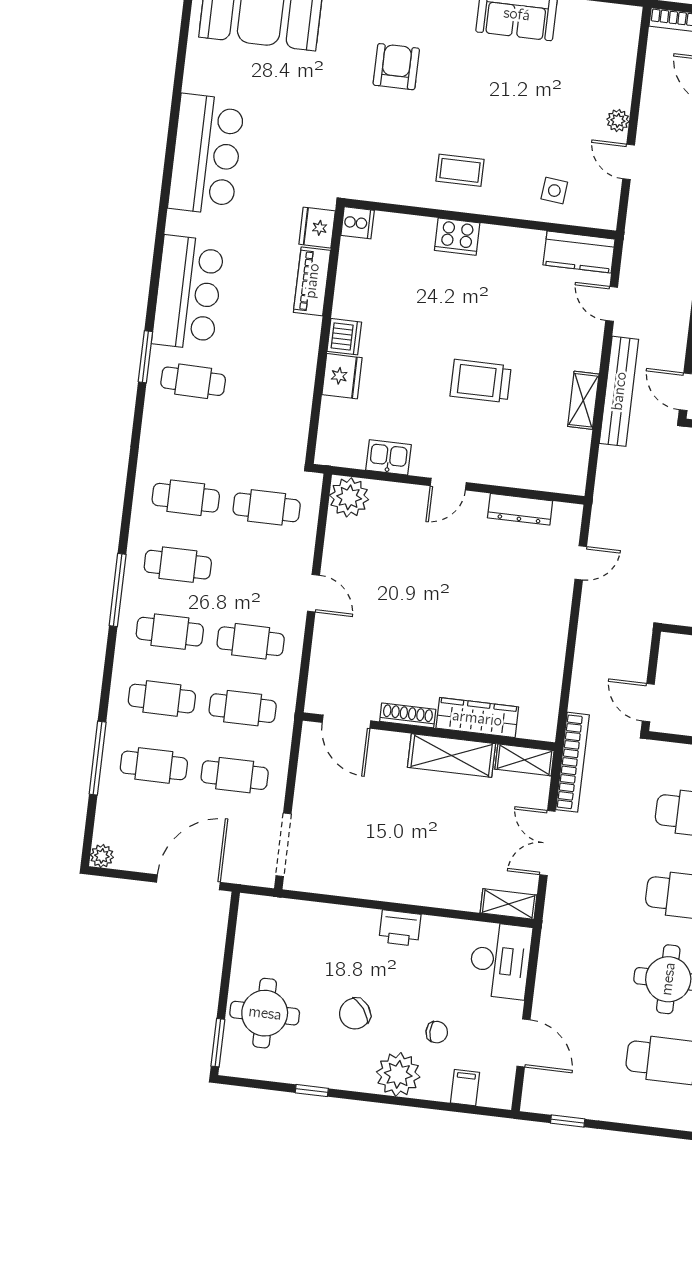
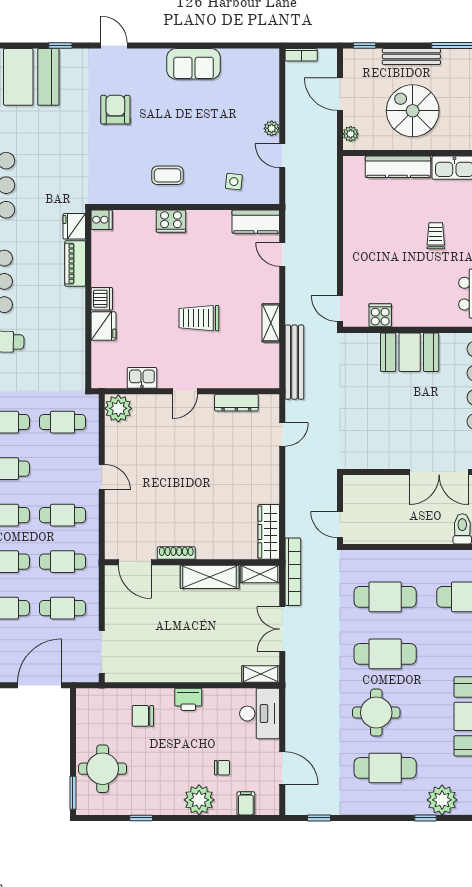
bench: (619, 391) -> (294, 362), moved
wardrobe: (477, 718) -> (269, 532), moved, turned -90
chair: (355, 1014) -> (143, 716), moved, turned 37

